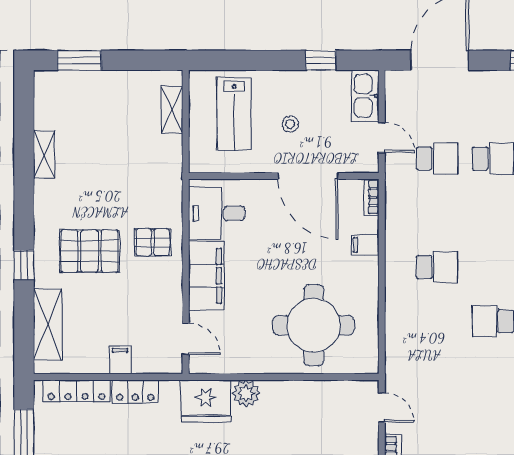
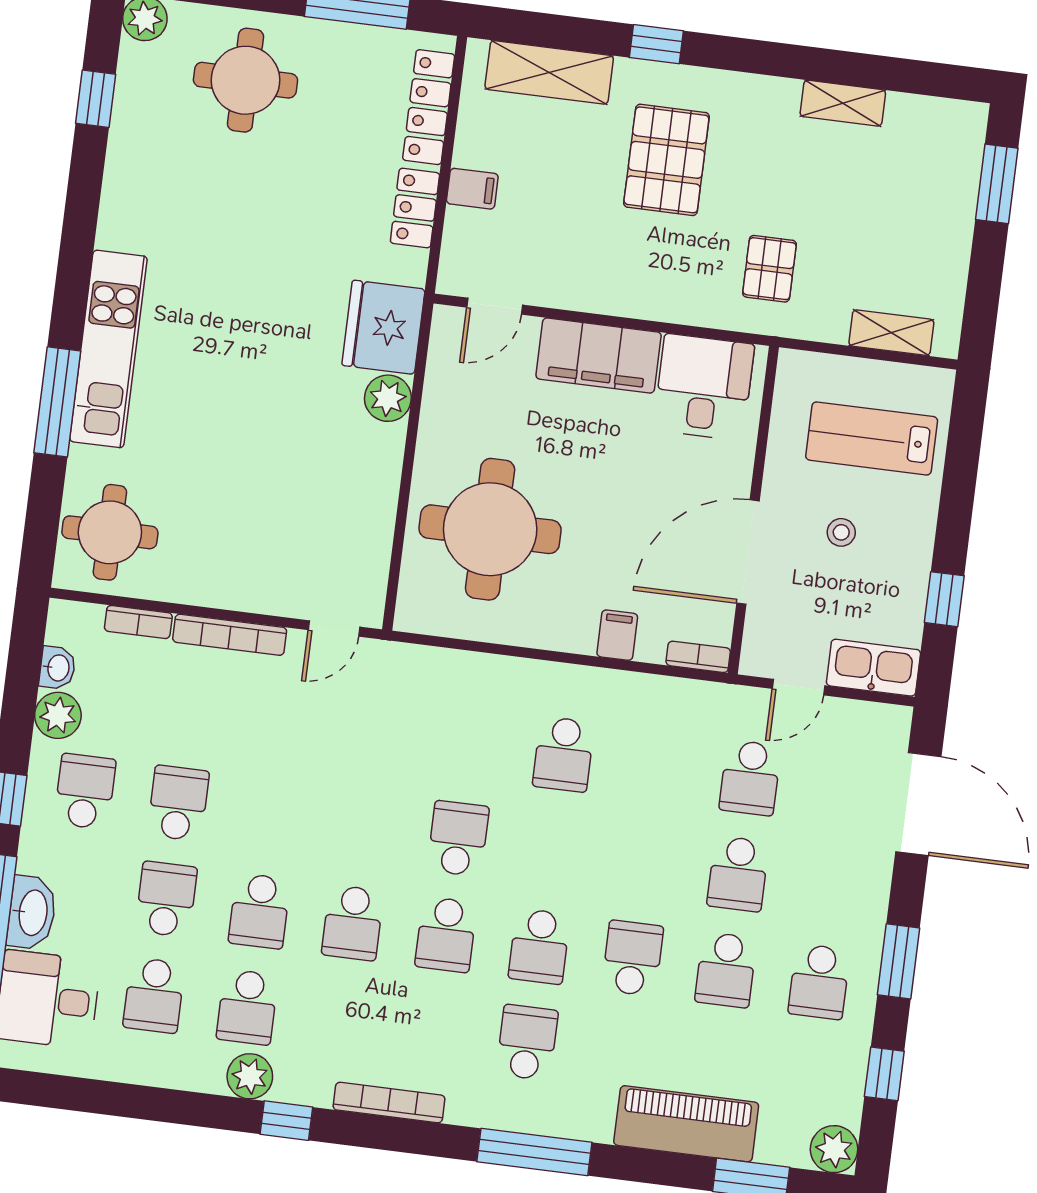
pallet: (153, 242) -> (769, 269), moved

